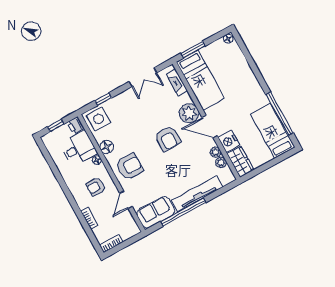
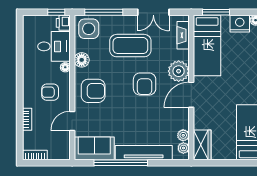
window: (103, 99) -> (104, 12), width x2.17
coffee table: (139, 114) -> (130, 46), added
window: (56, 125) -> (56, 12), moved
door: (210, 127) -> (191, 95), hinge flipped
nightstand: (229, 141) -> (240, 24), moved, turned 90
plant: (216, 152) -> (183, 148), moved

